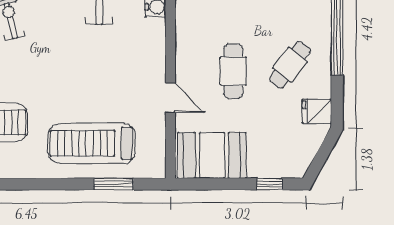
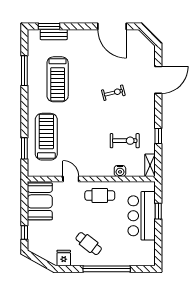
cafe table: (233, 71) -> (100, 195), moved
door: (170, 98) -> (71, 179), swing flipped

